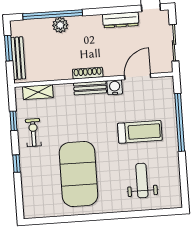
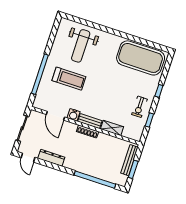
plant: (60, 25) -> (93, 171), removed
door: (138, 77) -> (55, 116), hinge flipped
shelving: (38, 92) -> (112, 128), moved
treadmill: (140, 132) -> (69, 79), turned 180
exercise mat: (78, 174) -> (141, 58), moved, turned 90
weight bench: (142, 180) -> (81, 46), width x1.36, depth x1.33

